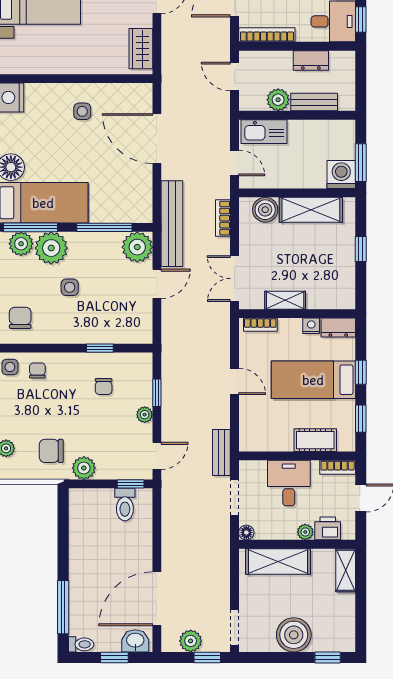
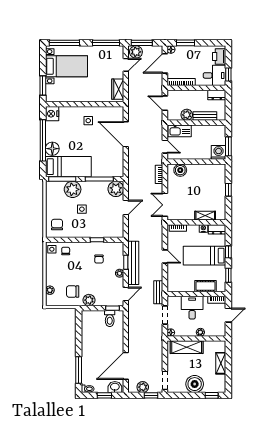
dresser: (311, 60) -> (217, 95), moved
shelving: (311, 210) -> (203, 170), removed
bench: (172, 224) -> (133, 263), moved
plant: (21, 244) -> (57, 187), removed
shelving: (285, 300) -> (205, 216), moved
printer: (328, 528) -> (212, 330), removed
shelving: (346, 570) -> (221, 363), moved

